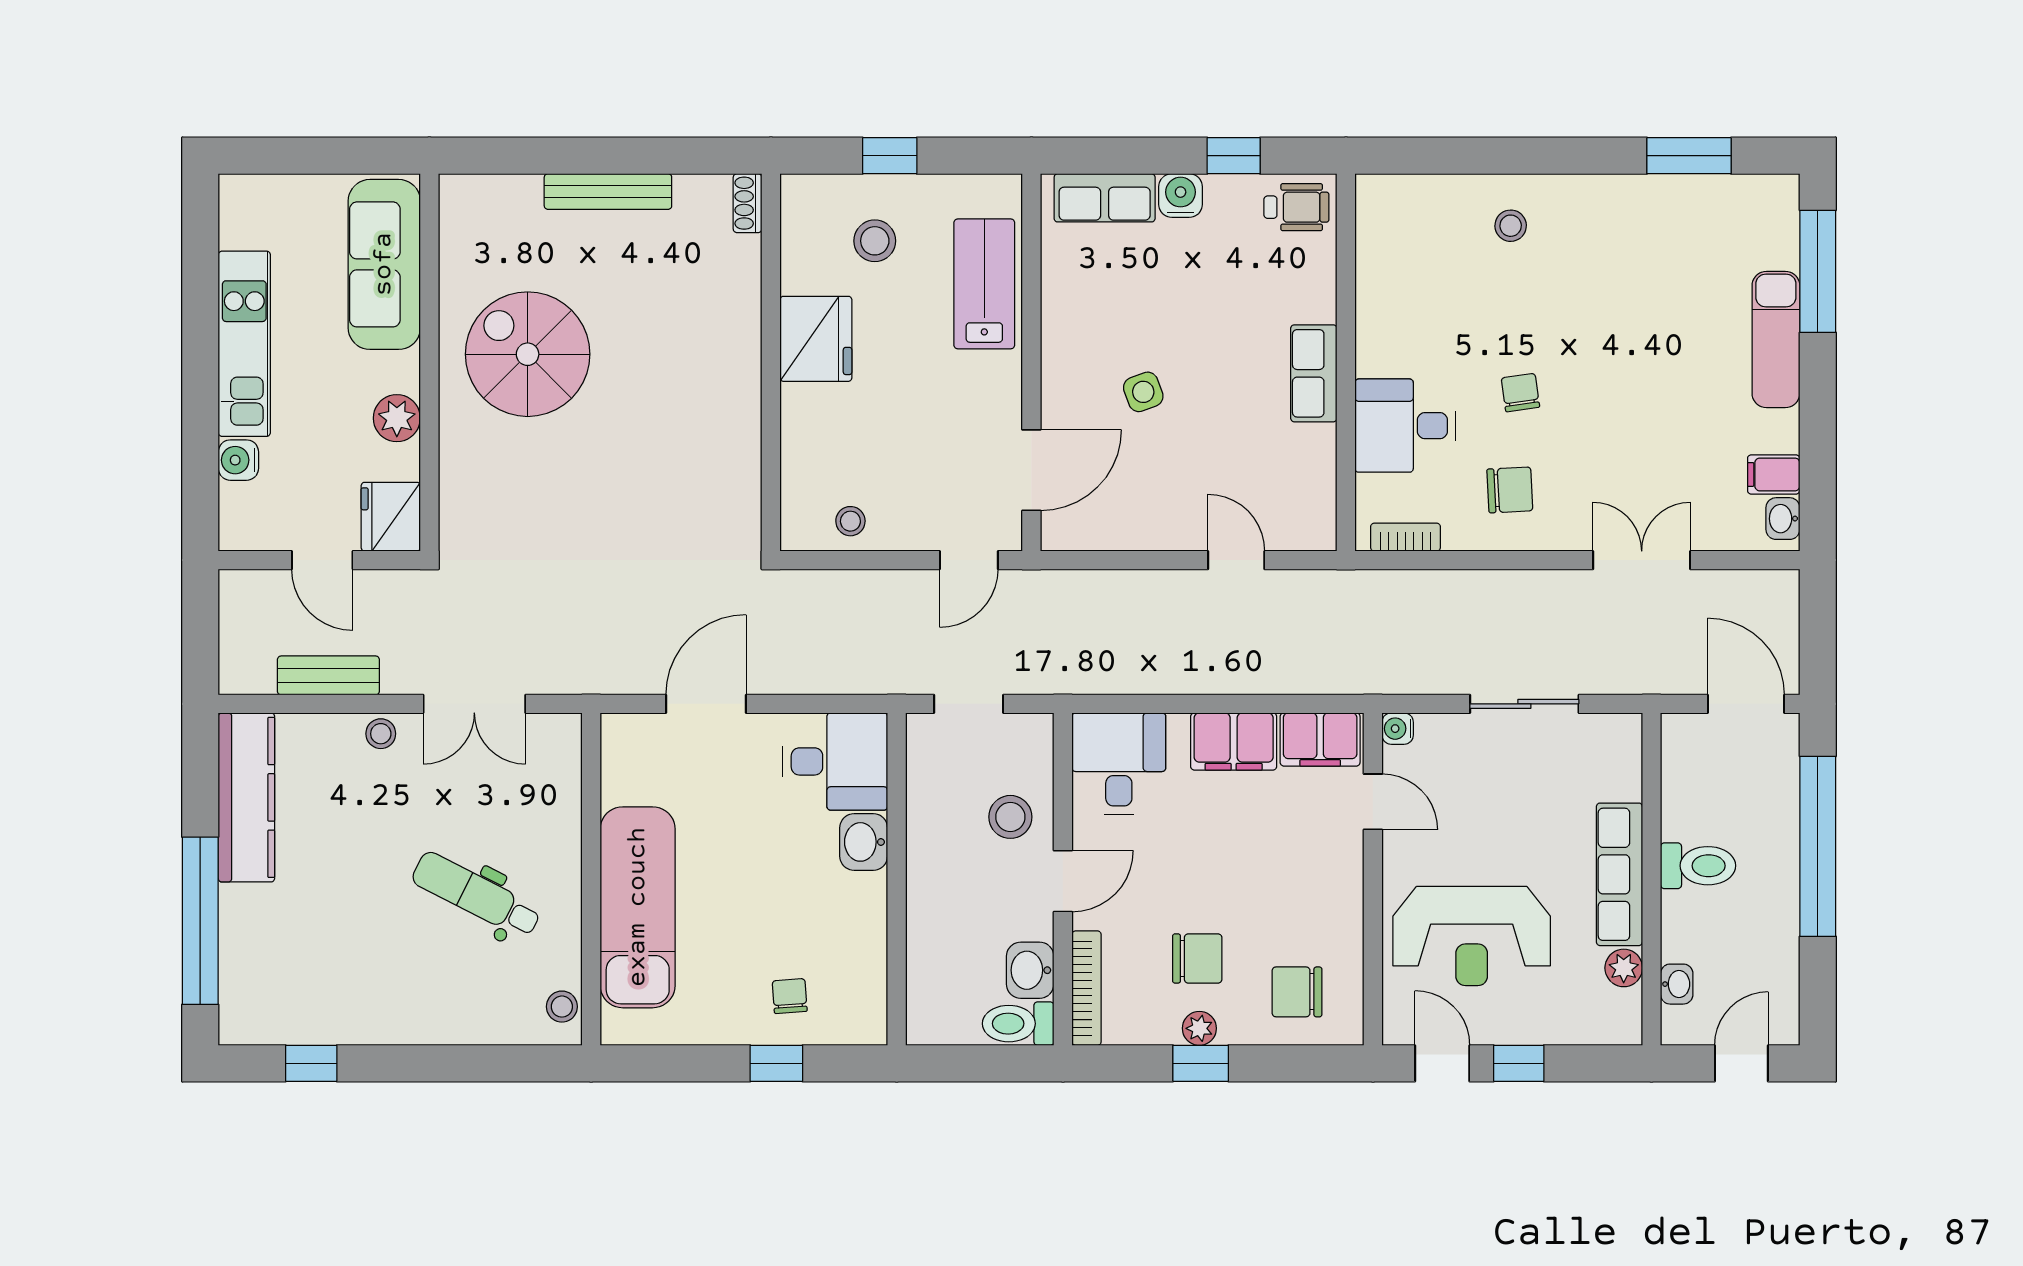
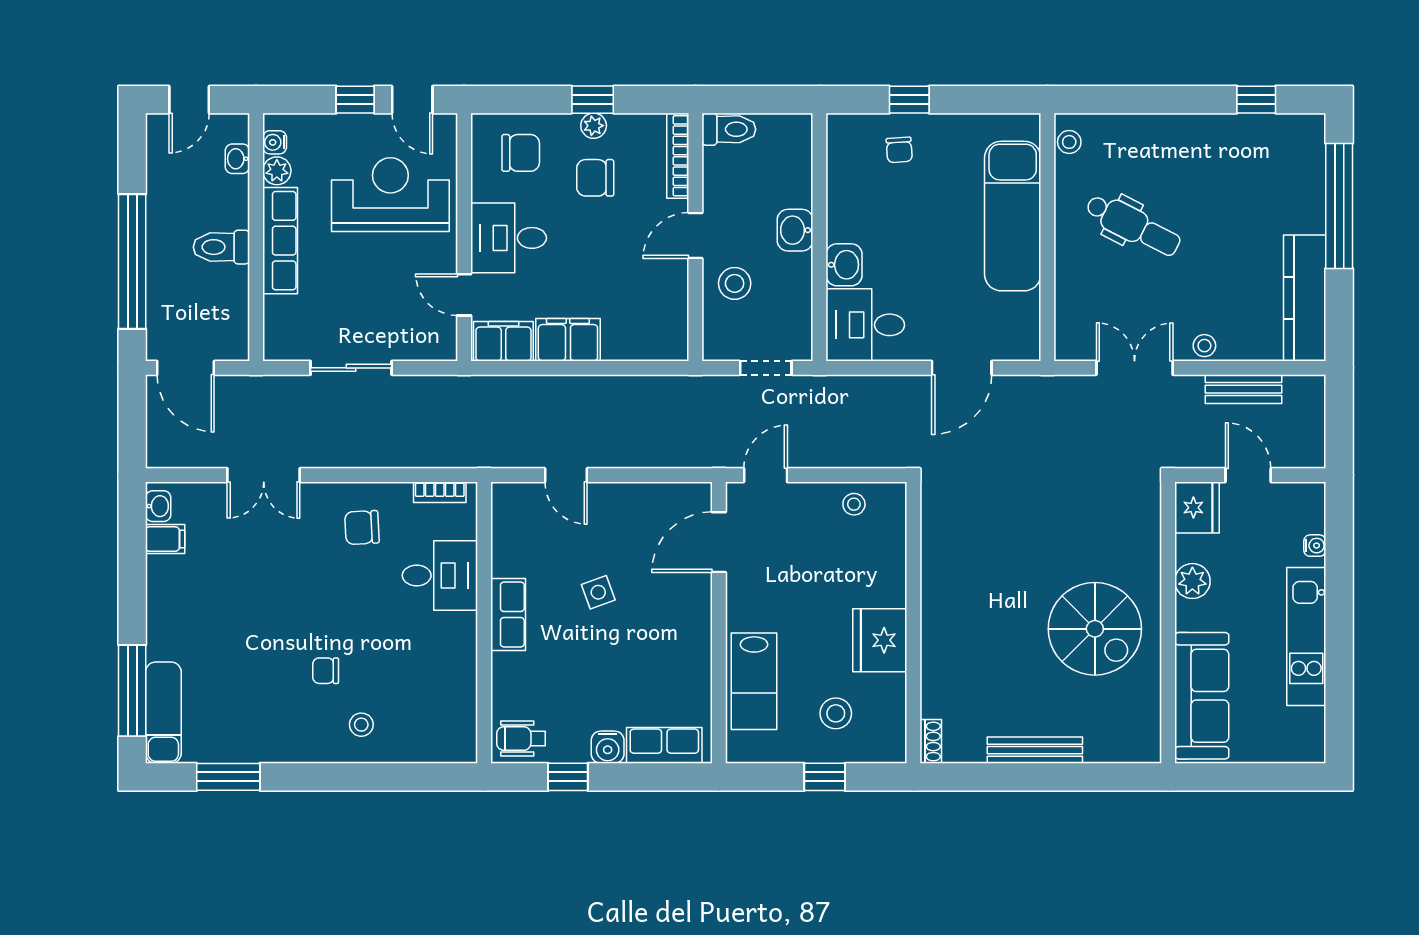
exam couch: (1776, 340) -> (163, 713), moved
side table: (1143, 392) -> (598, 592), moved
chair: (1520, 393) -> (326, 671), moved, turned 98
water cooler: (238, 460) -> (1315, 546), width x0.72, depth x0.72
water cooler: (1398, 729) -> (275, 142), moved, turned 180
desk: (1119, 763) -> (509, 238), moved, turned 90
washbasin: (1030, 970) -> (795, 230), moved, turned 180

